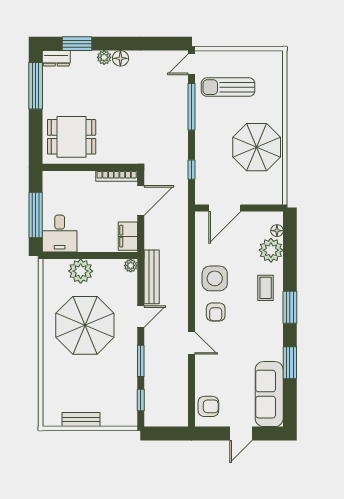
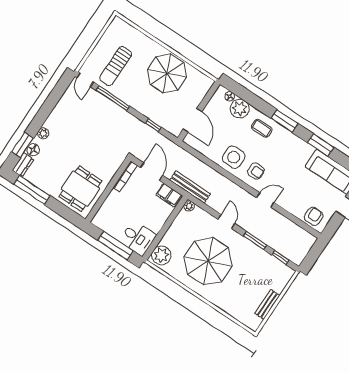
floor lamp: (120, 58) -> (33, 150), moved
plant: (81, 271) -> (161, 255), moved
bench: (152, 277) -> (190, 187), moved

